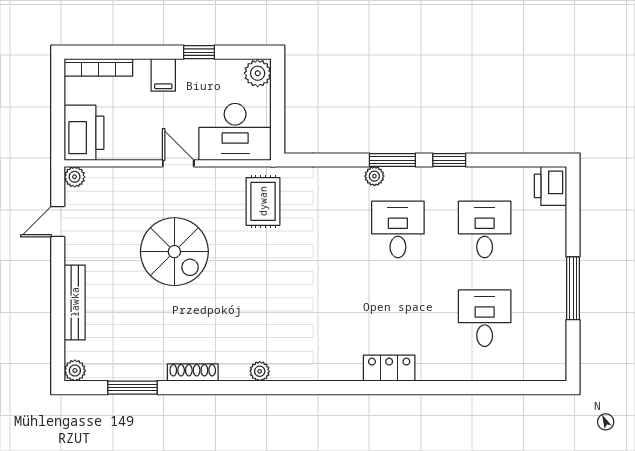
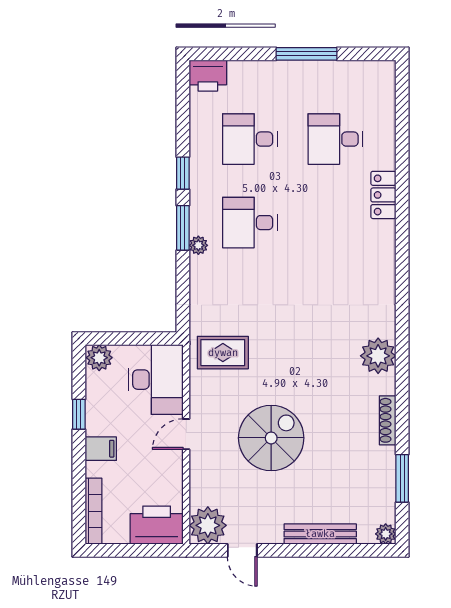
plant: (75, 177) -> (208, 525), width x1.87, depth x1.87
locker: (389, 368) -> (383, 195), moved
plant: (260, 371) -> (378, 356), width x1.88, depth x1.88

